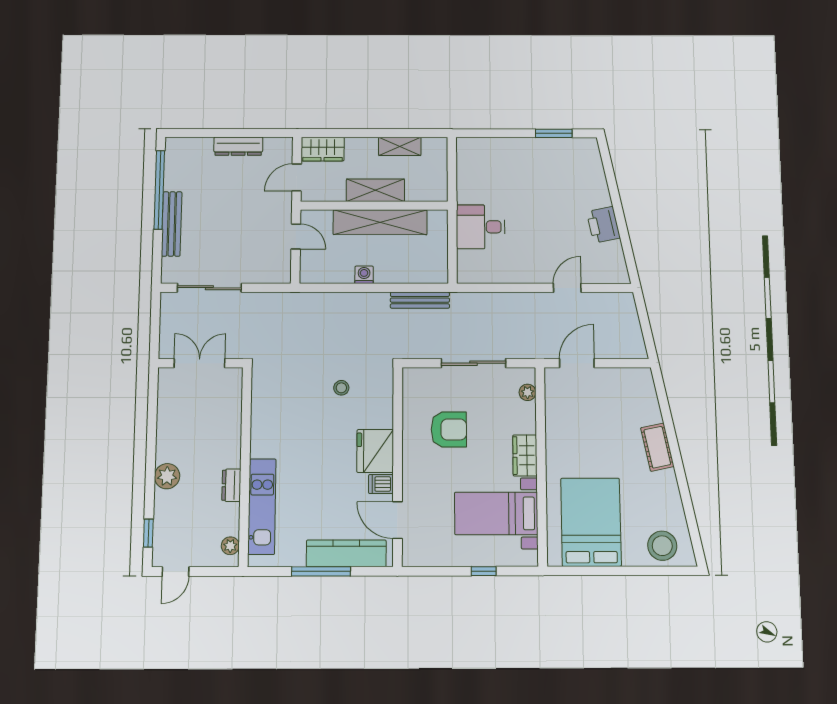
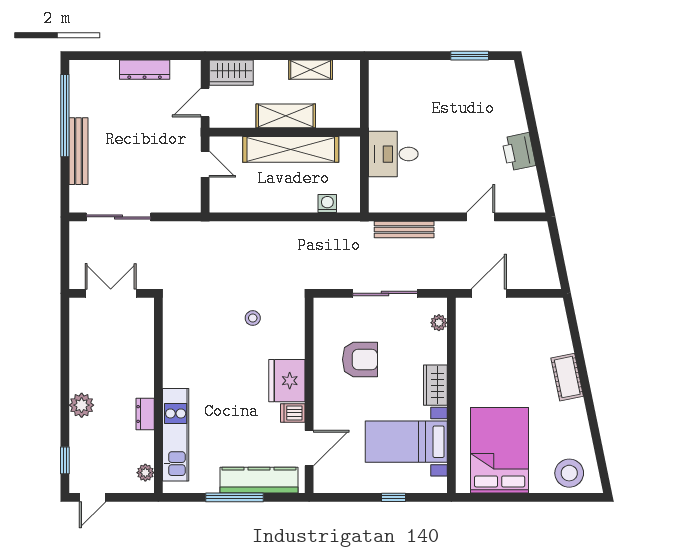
washing machine: (364, 275) -> (327, 204), moved
bench: (420, 300) -> (404, 230), moved
door: (397, 520) -> (309, 448), swing flipped

